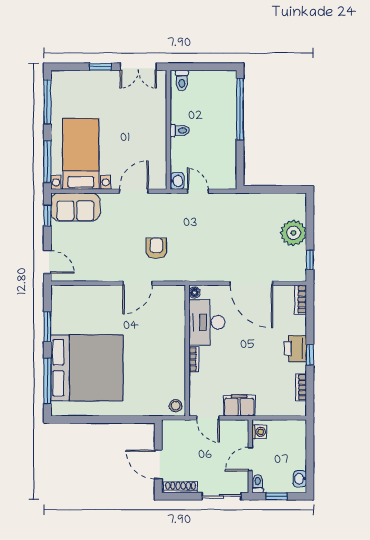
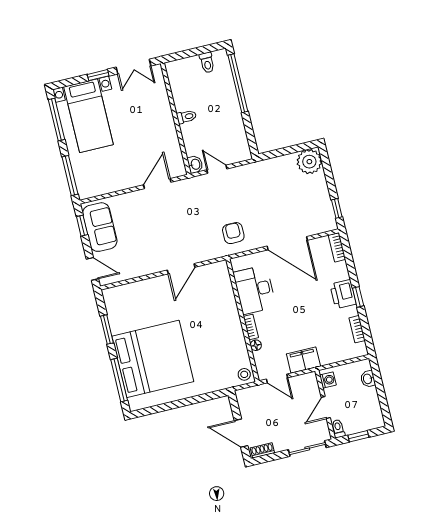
toilet: (182, 80) -> (207, 62), moved
bed with nightstands: (81, 154) -> (89, 116), moved, turned 180
sofa: (75, 207) -> (100, 227), moved, turned -90
plant: (293, 233) -> (309, 162), moved
armchair: (156, 248) -> (233, 233), moved
floor lamp: (194, 292) -> (256, 345), moved
washbasin: (300, 479) -> (368, 379), moved
shoe rack: (181, 487) -> (262, 450), width x0.70

